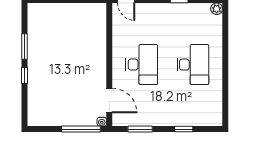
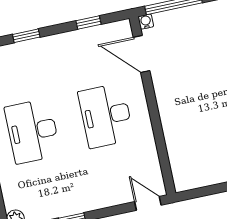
window: (140, 129) -> (88, 23), width x0.67

